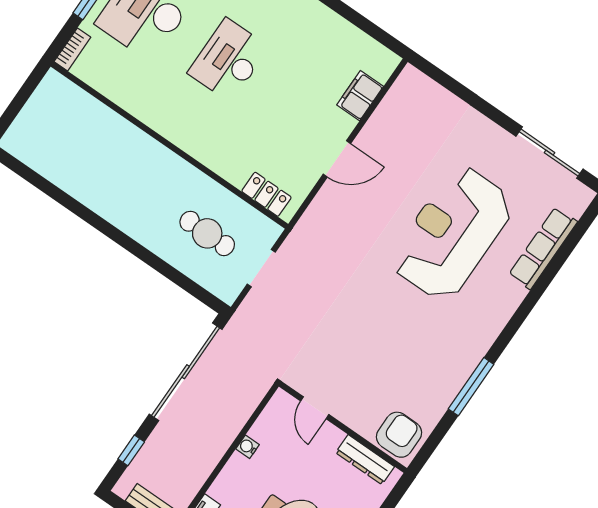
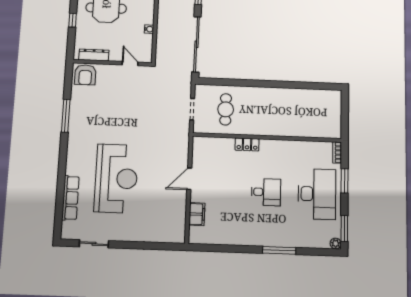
desk: (228, 60) -> (266, 192), width x0.73
sliding door: (549, 153) -> (94, 244), width x0.73
locker: (266, 194) -> (247, 144), moved
cafe table: (207, 233) -> (226, 109), turned 90

